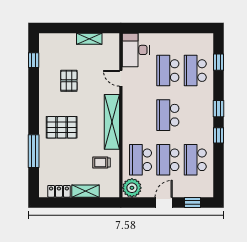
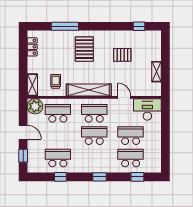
door: (121, 78) -> (124, 97), hinge flipped
window: (218, 135) -> (60, 177), moved
school desk: (168, 160) -> (94, 113), moved
shelving: (86, 191) -> (32, 85), moved

